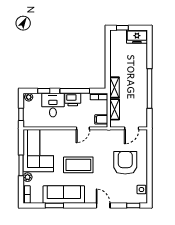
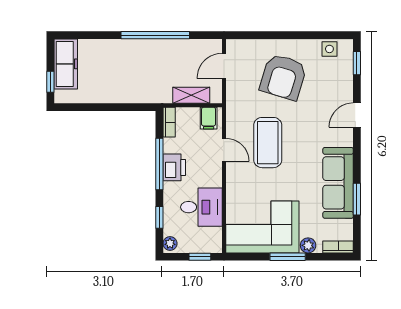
freezer: (137, 37) -> (66, 64), width x1.40
shelving: (115, 87) -> (153, 95), removed
desk: (53, 105) -> (201, 207), moved, turned 180
door: (132, 128) -> (224, 66), swing flipped
armchair: (125, 163) -> (283, 77), turned -73
coffee table: (78, 165) -> (268, 143), moved

